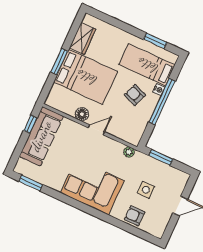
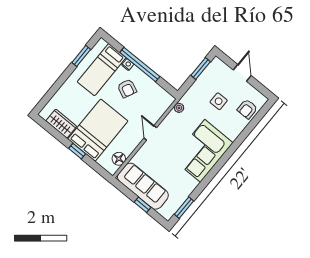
window: (59, 62) -> (77, 151), width x0.67
armchair: (135, 95) -> (127, 88), turned -86
floor lamp: (82, 114) -> (119, 159), moved
window: (30, 124) -> (143, 205), moved
window: (161, 157) -> (201, 68), moved
armchair: (135, 216) -> (247, 109), moved

